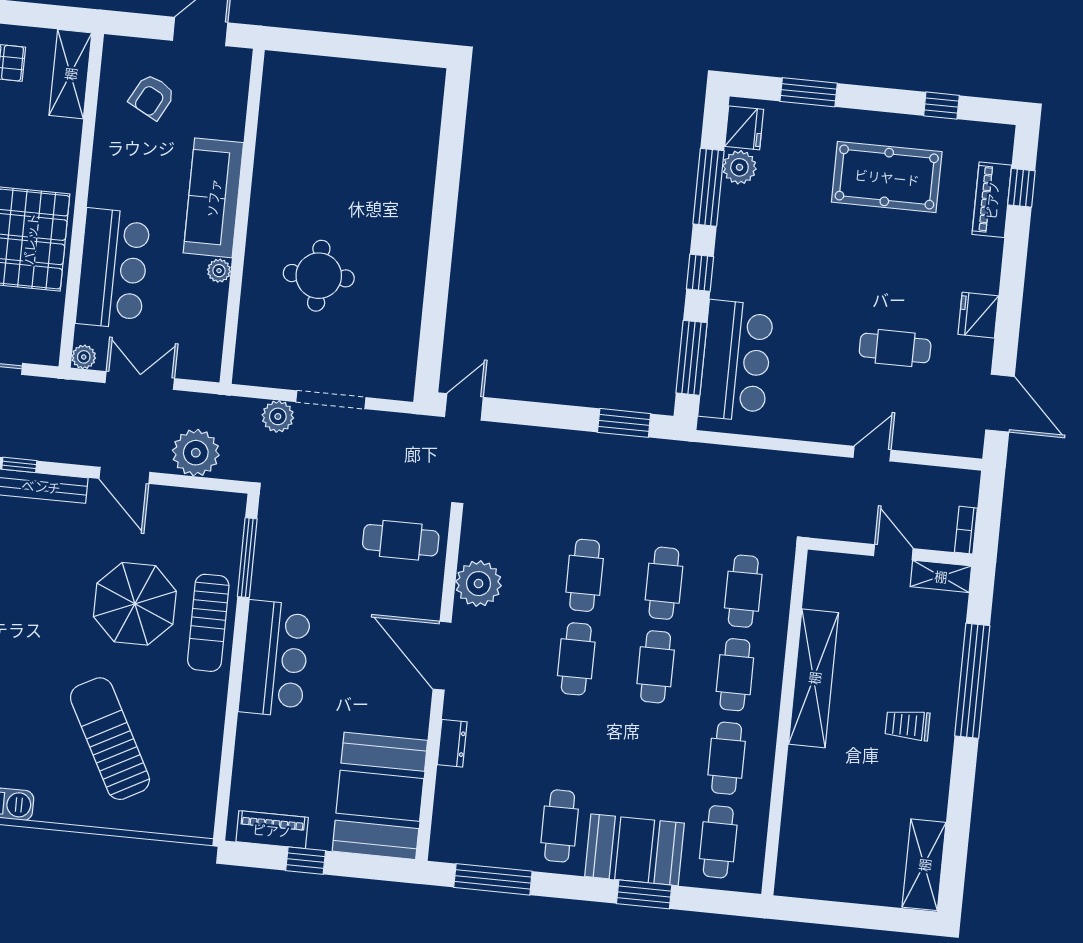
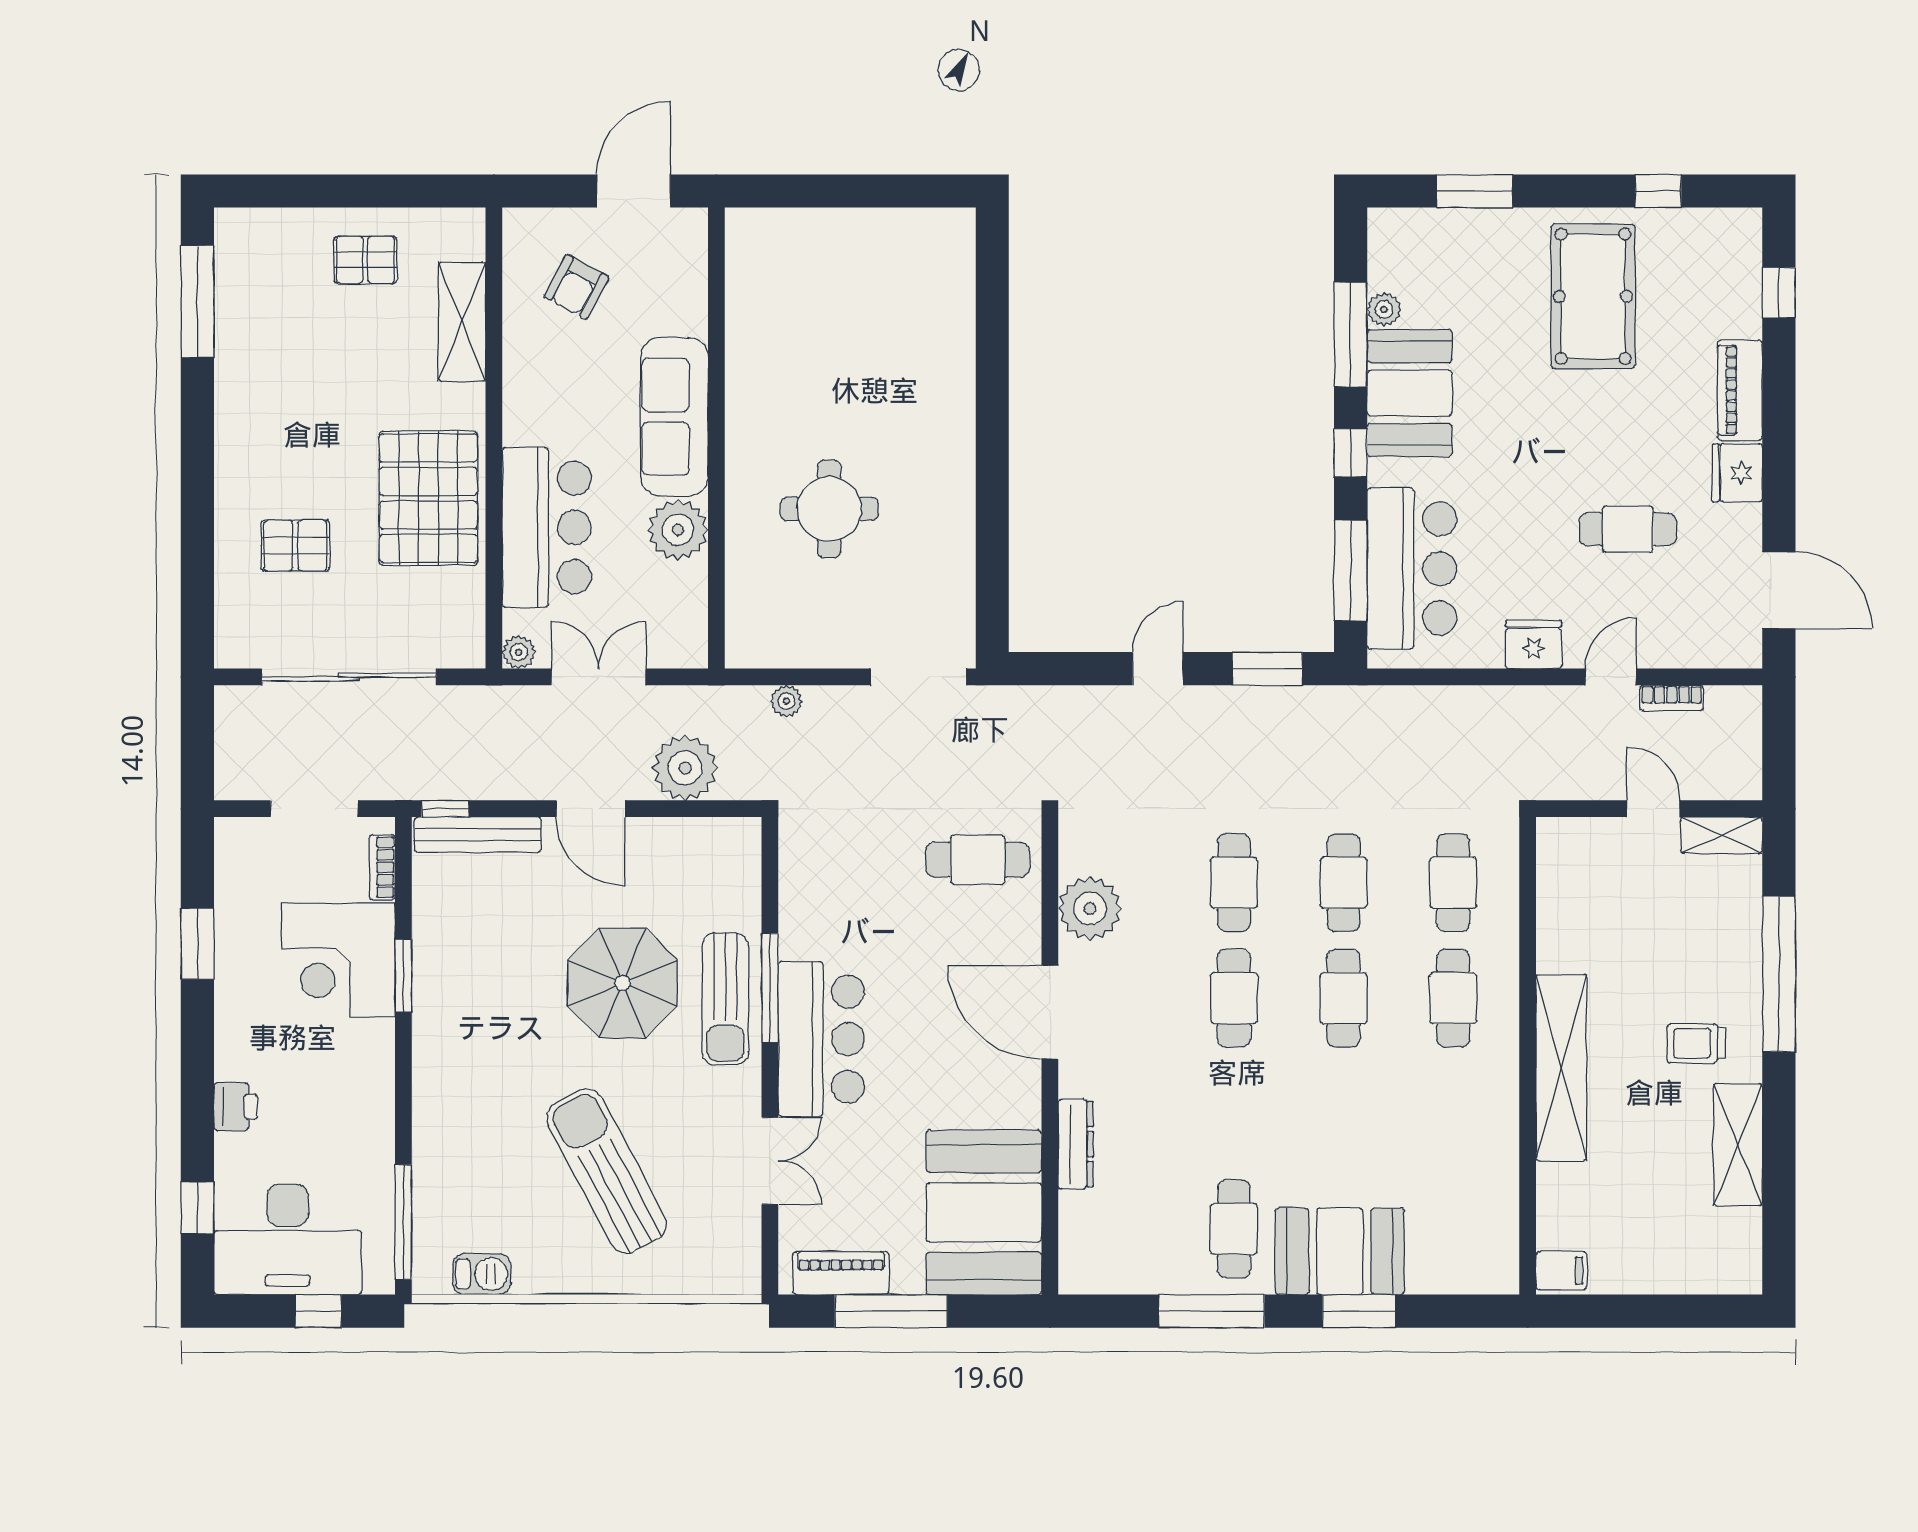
shelving: (70, 74) -> (462, 322), moved
fridge: (744, 128) -> (1534, 645), moved, turned -90
plant: (739, 167) -> (1384, 309), width x0.73, depth x0.73
pool table: (887, 177) -> (1593, 296), turned 90
piano: (992, 200) -> (1740, 390), moved
booth: (747, 234) -> (1410, 393), added
plant: (219, 271) -> (678, 530), width x1.88, depth x1.88
doorway: (331, 400) -> (919, 677), moved
door: (464, 407) -> (1158, 669), moved
plant: (278, 416) -> (786, 701), width x0.73, depth x0.73
bookcase: (966, 530) -> (1672, 698), moved, turned -90
window: (247, 558) -> (770, 988), moved
shelving: (814, 678) -> (1561, 1068), moved
double door: (229, 743) -> (770, 1161), added
dresser: (452, 743) -> (1076, 1144), width x1.44
cafe table: (727, 758) -> (1453, 1114), removed
cafe table: (718, 842) -> (1453, 1229), removed
window: (306, 861) -> (891, 1311), width x2.17
shelving: (924, 865) -> (1738, 1145), moved
window: (493, 879) -> (1212, 1311), moved
filing cabinet: (793, 880) -> (1561, 1271), added

